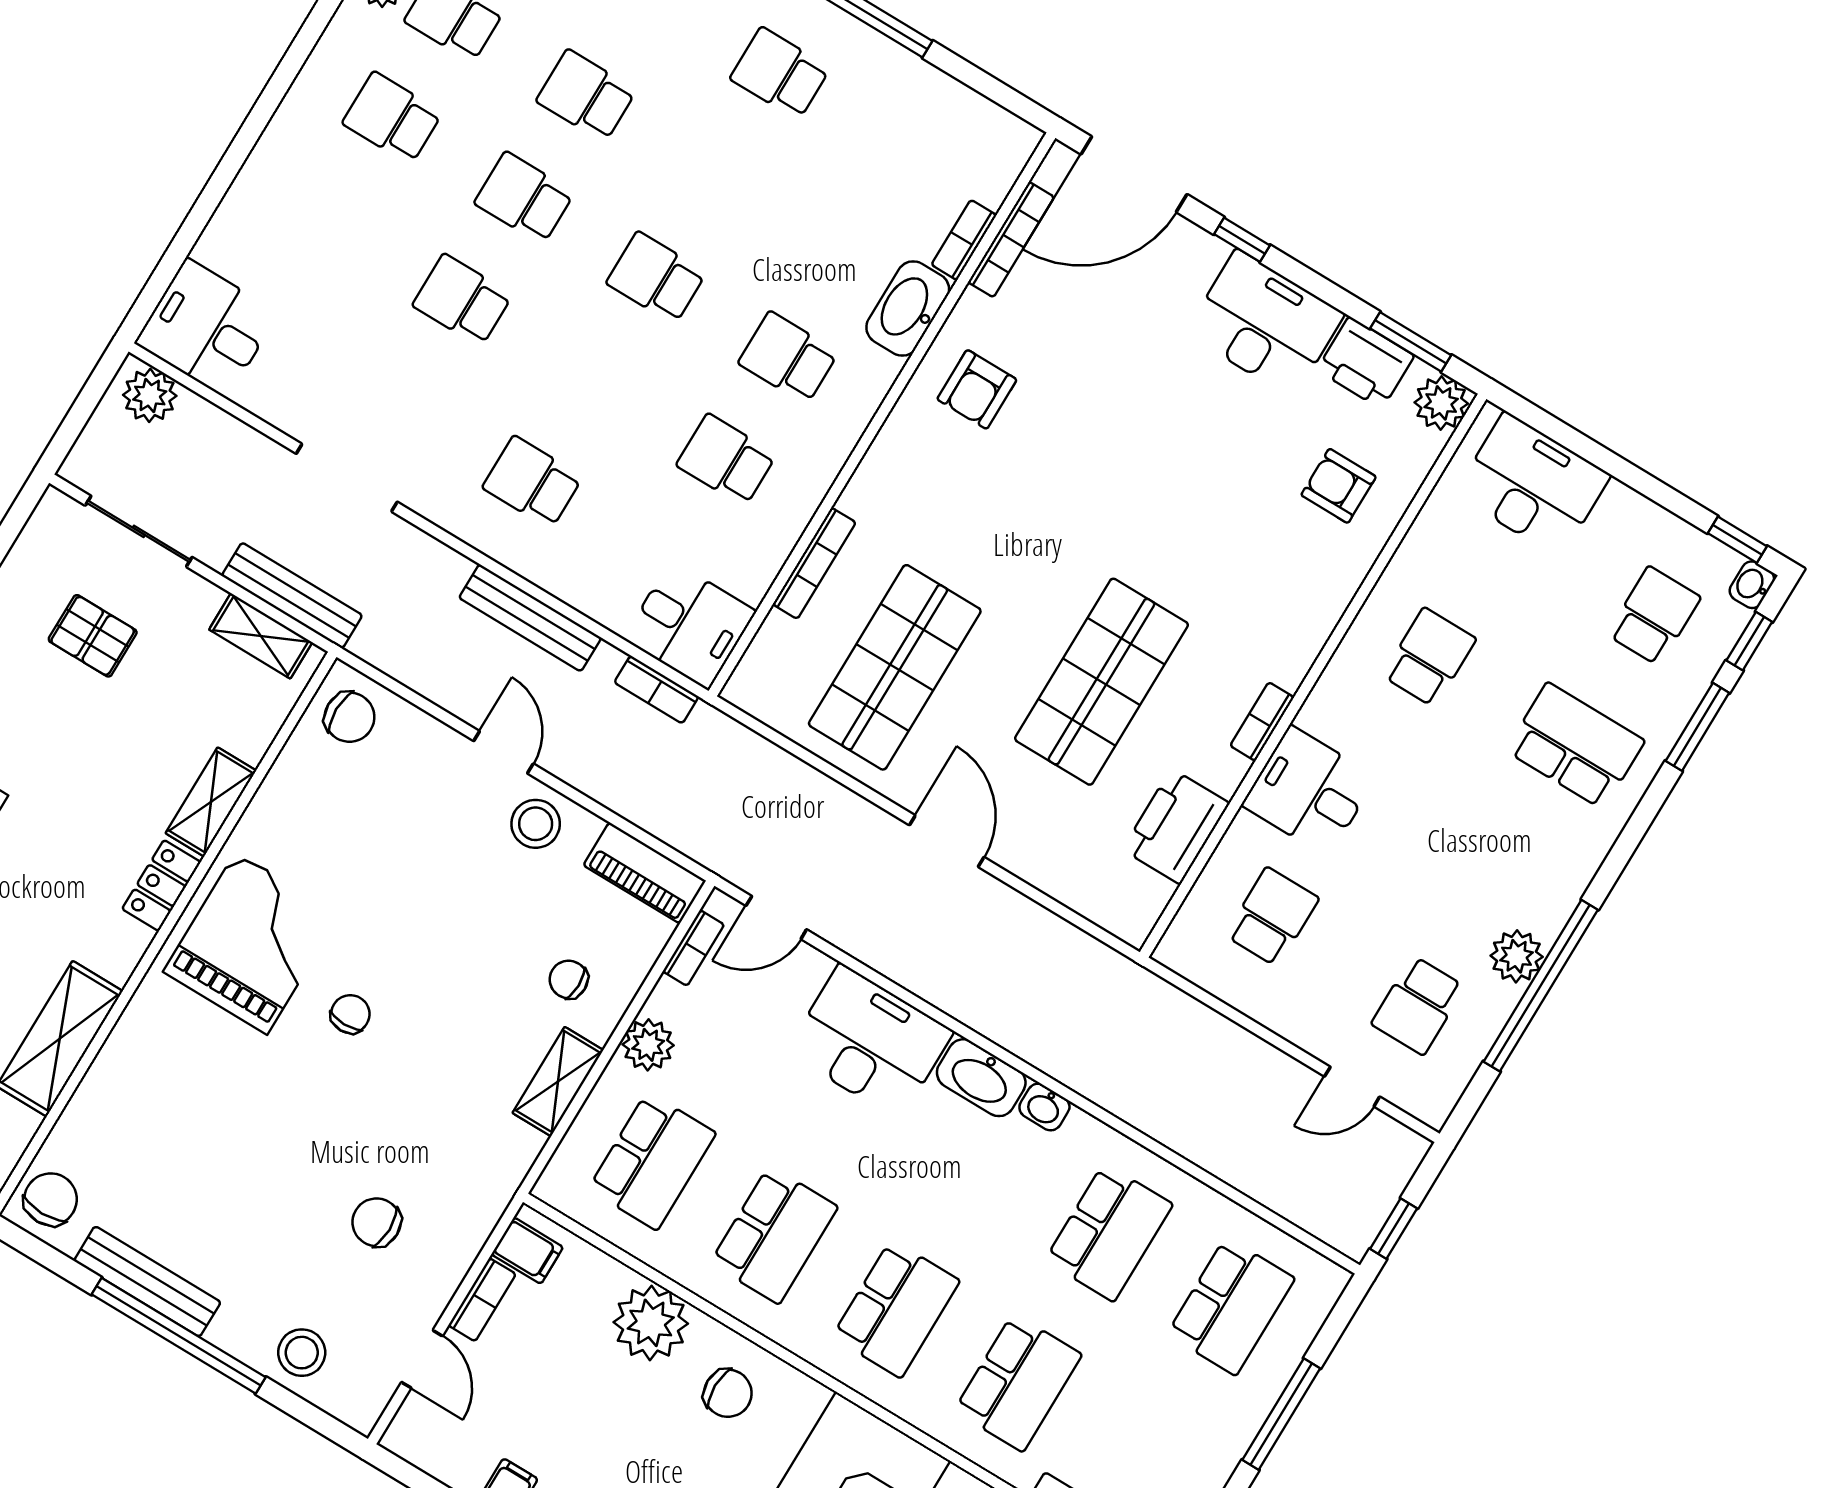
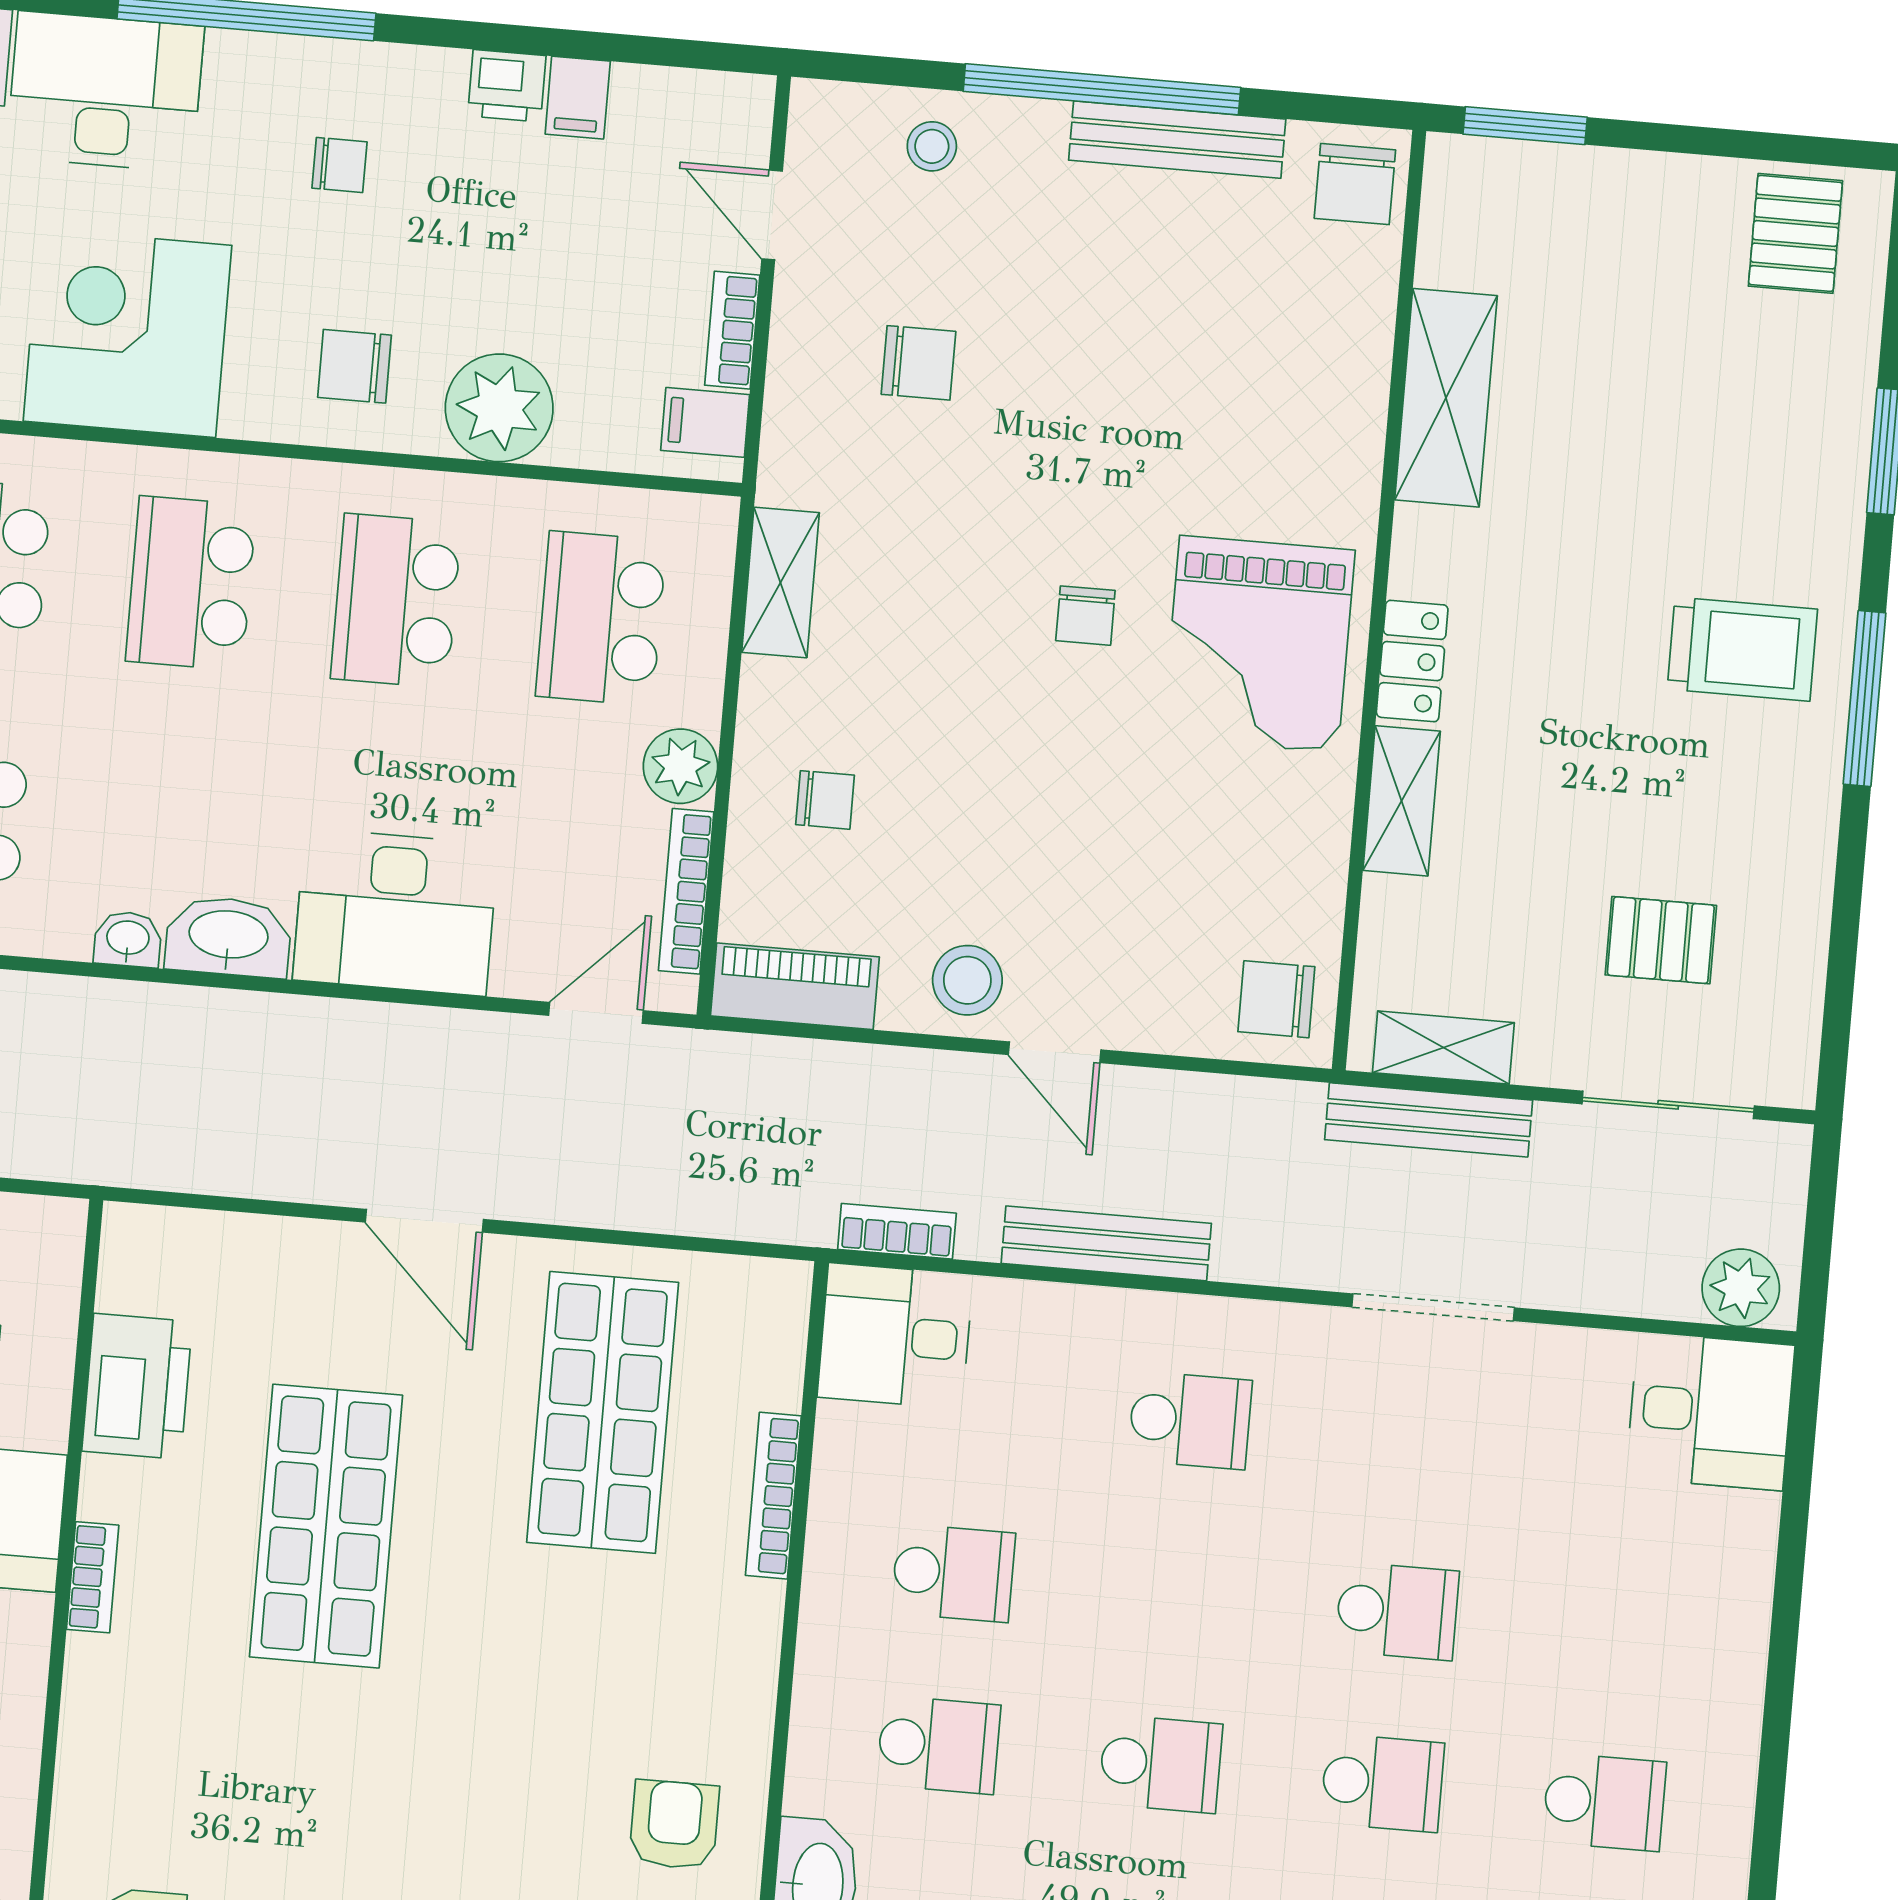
bookcase: (693, 948) -> (686, 891), width x1.56
shelving: (558, 1082) -> (780, 582), moved
stool: (302, 1353) -> (932, 146), width x0.73, depth x0.73

